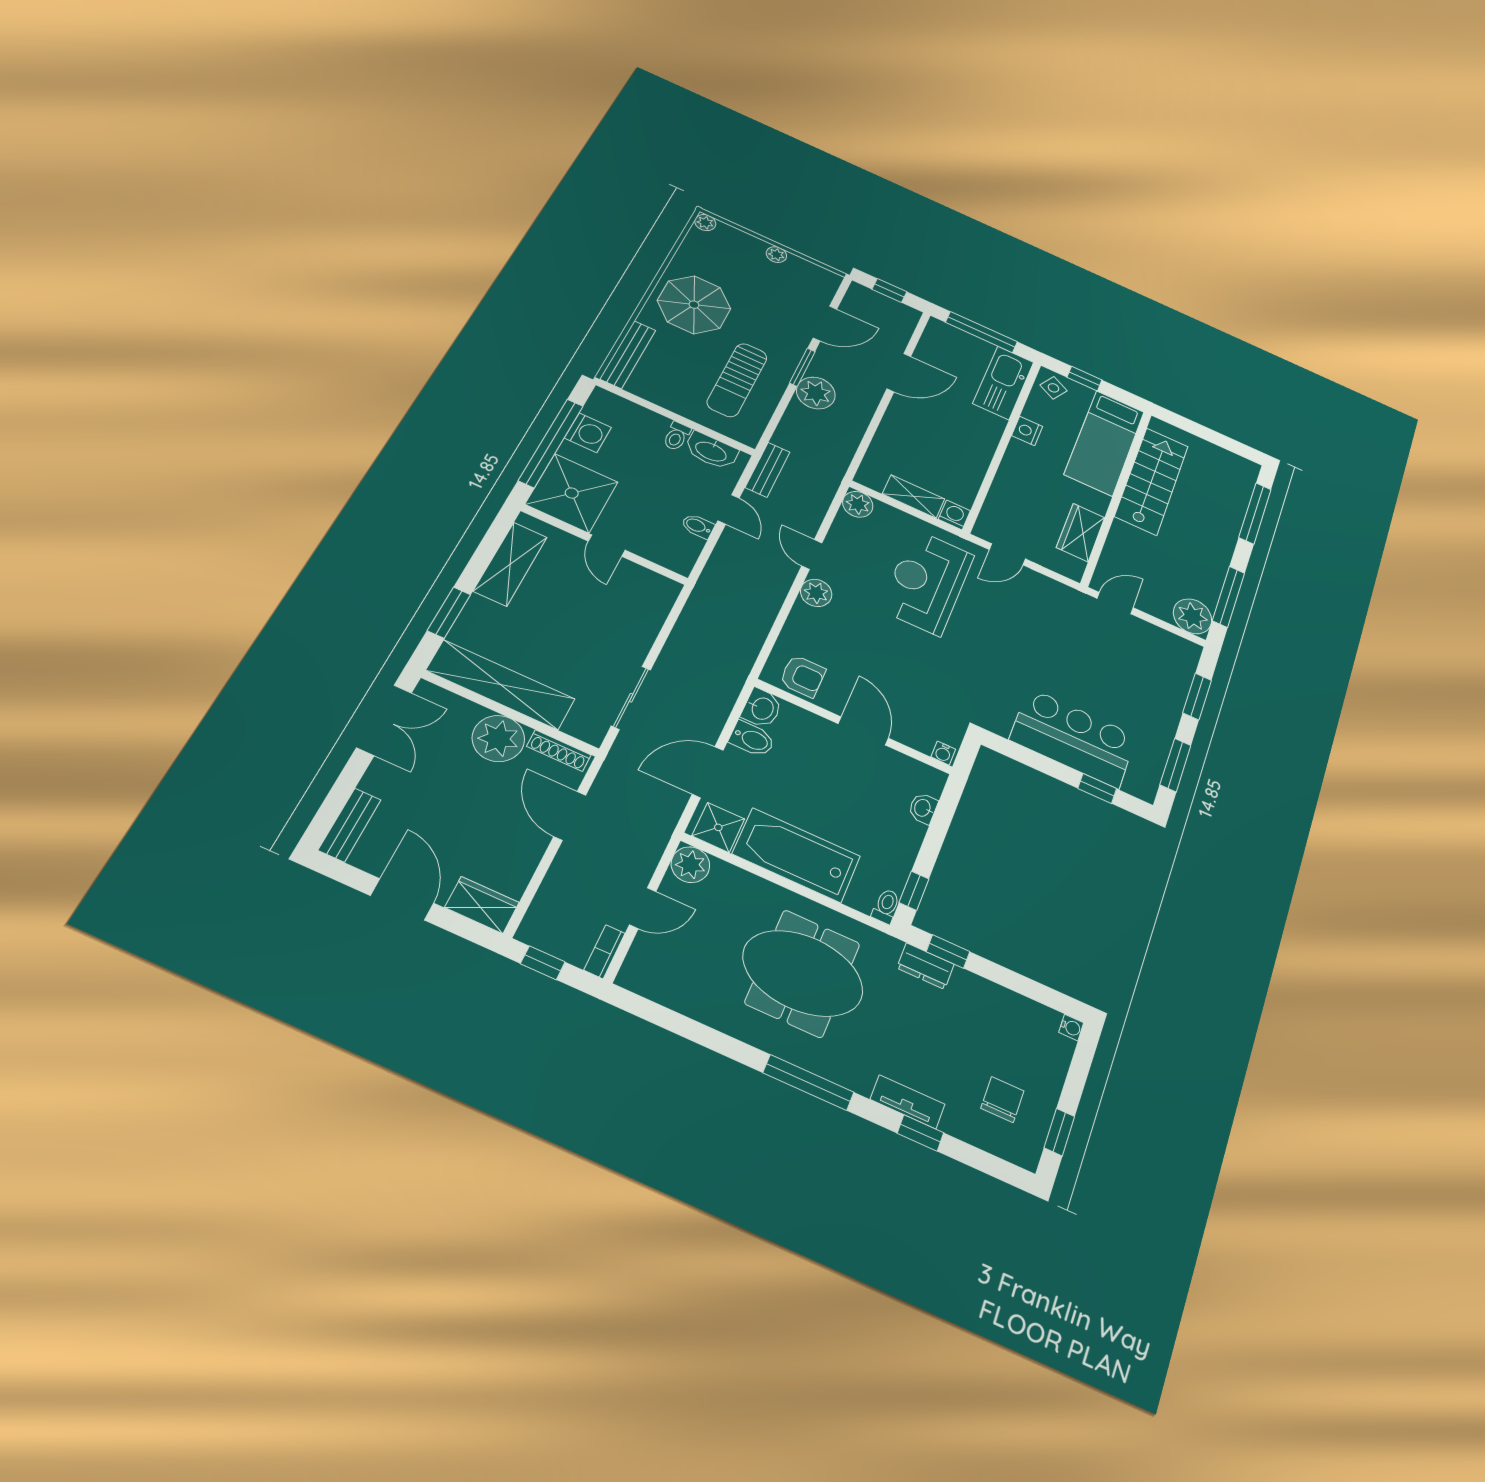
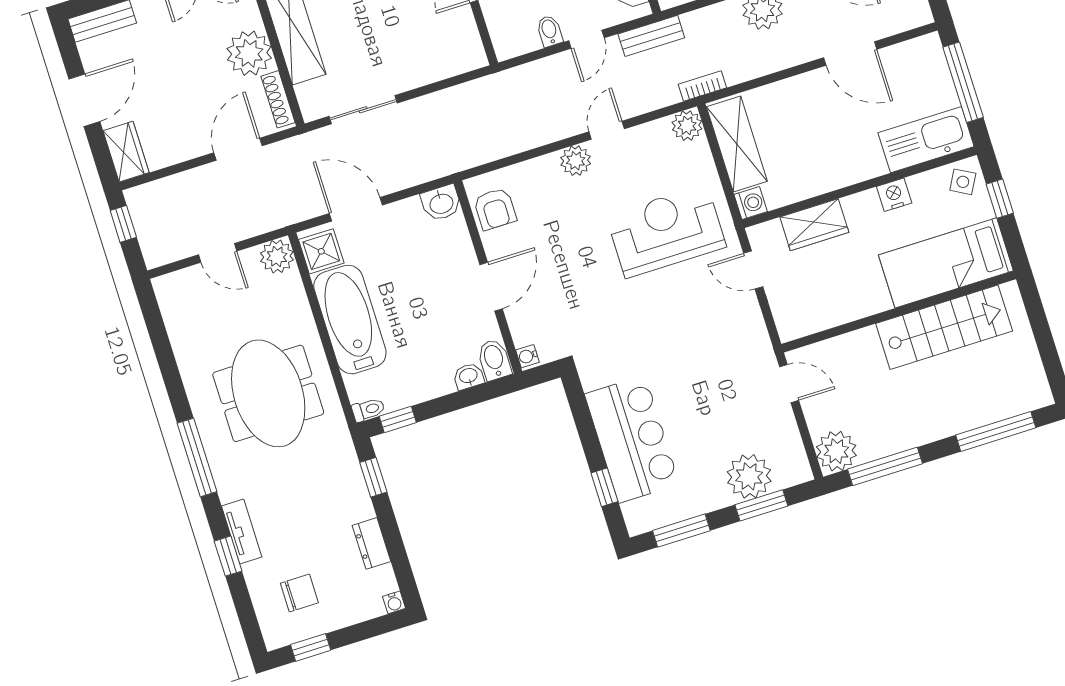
shelving: (913, 496) -> (737, 144), width x1.50, depth x1.33
wardrobe: (1081, 533) -> (814, 225), moved, turned 180
plant: (1167, 686) -> (749, 476), added
bidet: (752, 739) -> (494, 360), moved, turned 180
bookcase: (604, 952) -> (702, 86), moved
dresser: (925, 966) -> (371, 543), moved

